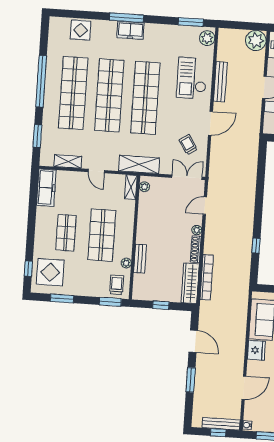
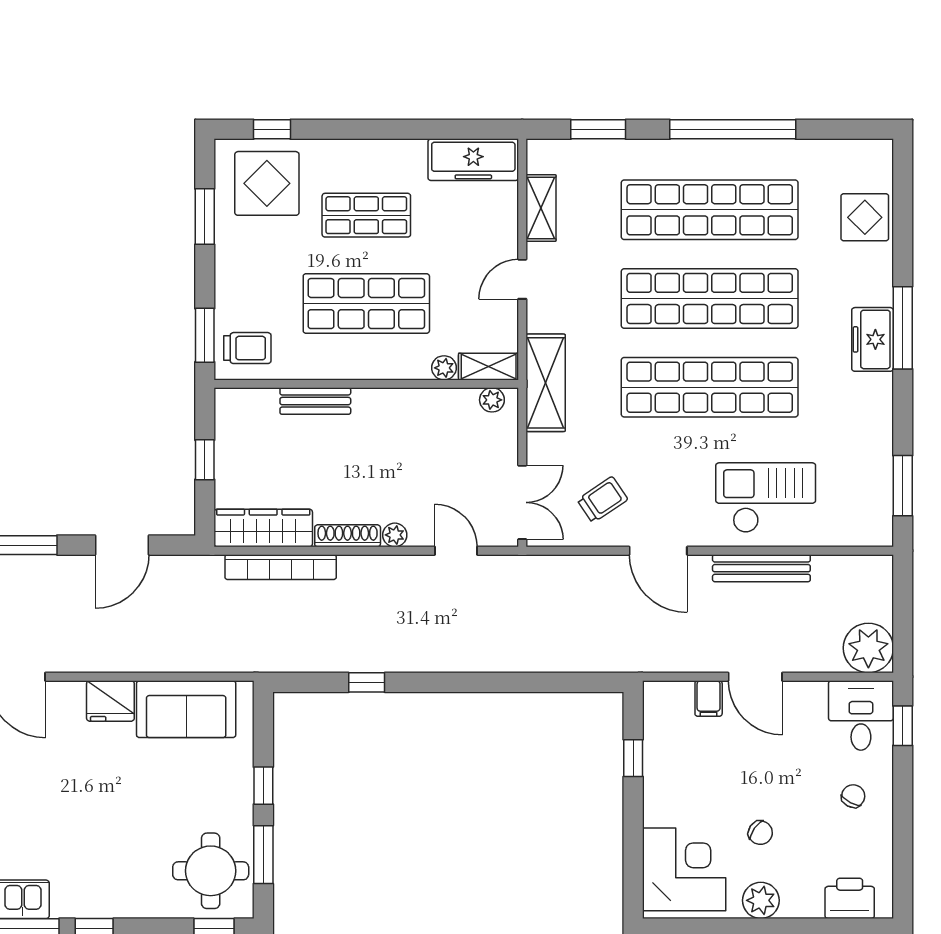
plant: (207, 38) -> (866, 528), removed
plant: (126, 263) -> (444, 368), moved

